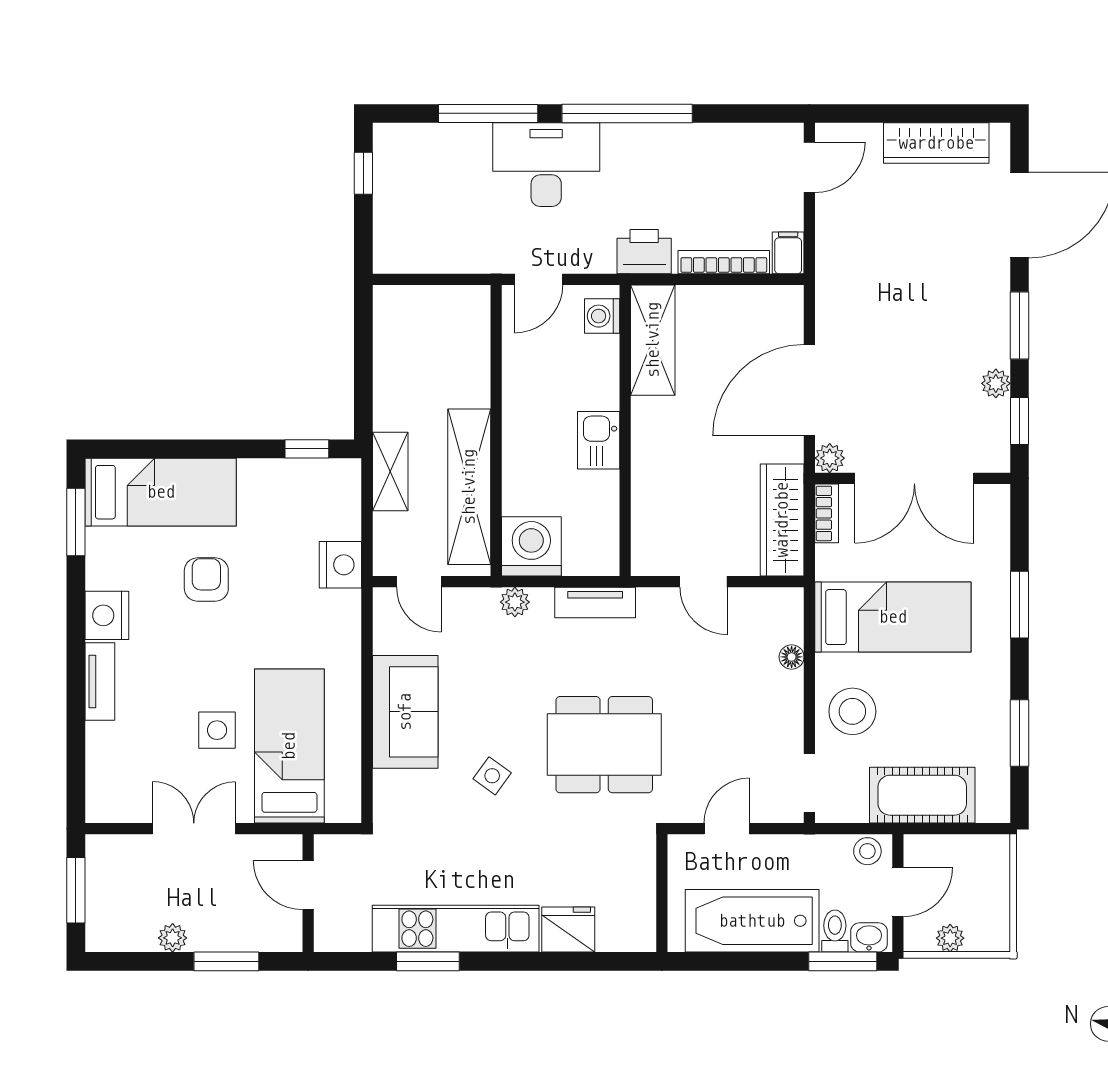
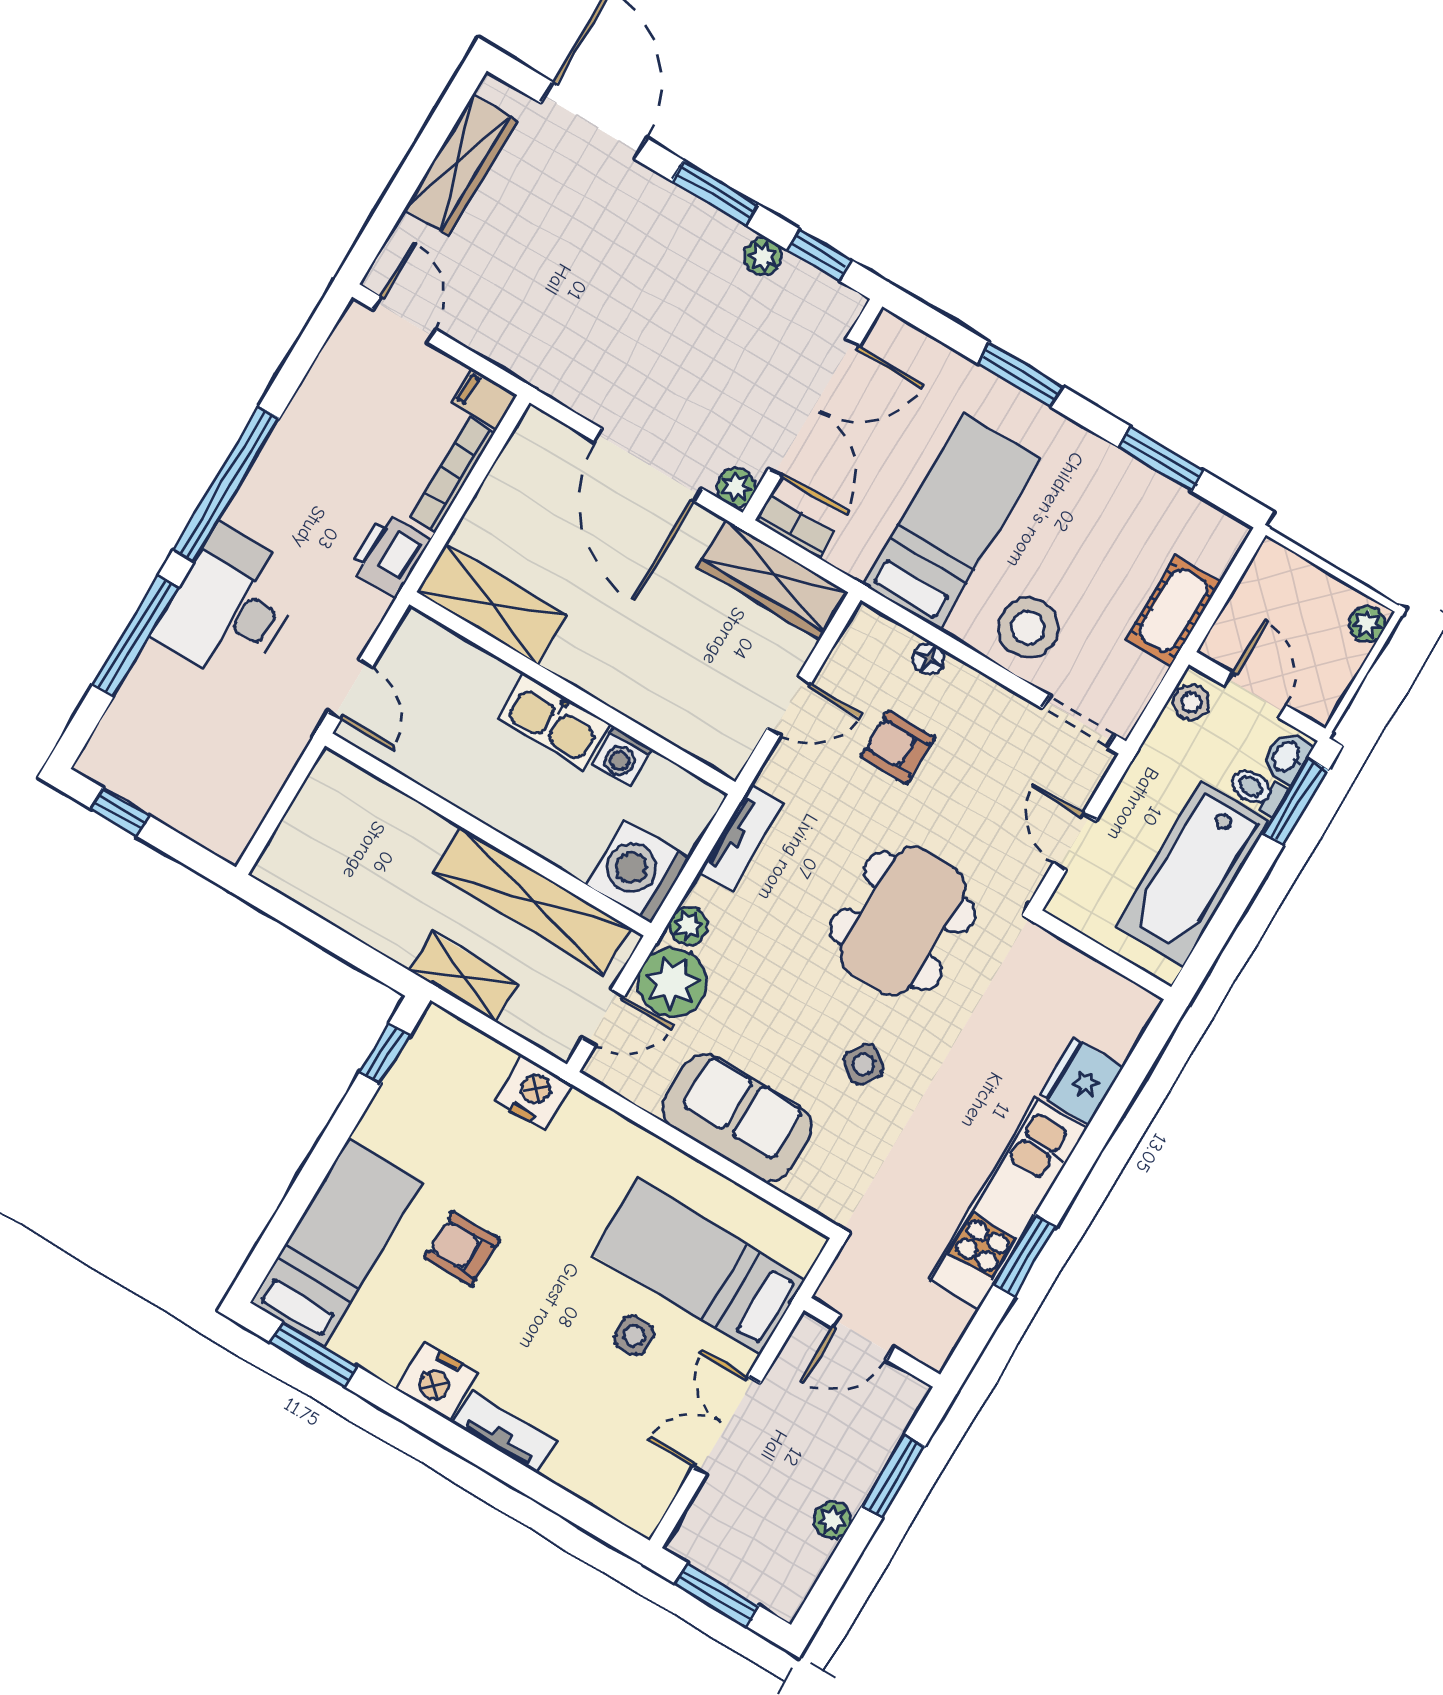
washing machine: (602, 316) -> (622, 757), moved
kitchen sink: (599, 440) -> (554, 721), width x1.38
plant: (470, 614) -> (672, 982), added
armchair: (719, 671) -> (897, 747), added
side table: (217, 730) -> (634, 1336), width x0.73, depth x0.73
cot: (922, 795) -> (1173, 610), width x0.73, depth x0.75
plant: (950, 938) -> (1367, 624), moved

